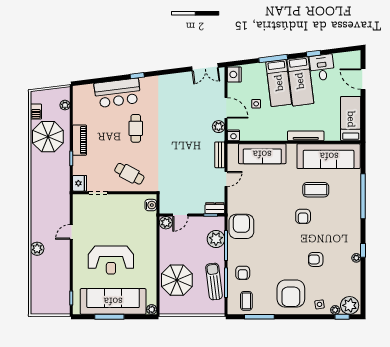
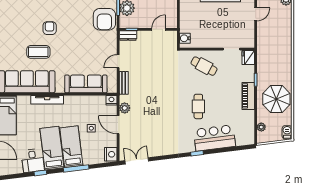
barbecue: (36, 112) -> (287, 132), moved
plant: (166, 223) -> (172, 23), removed

